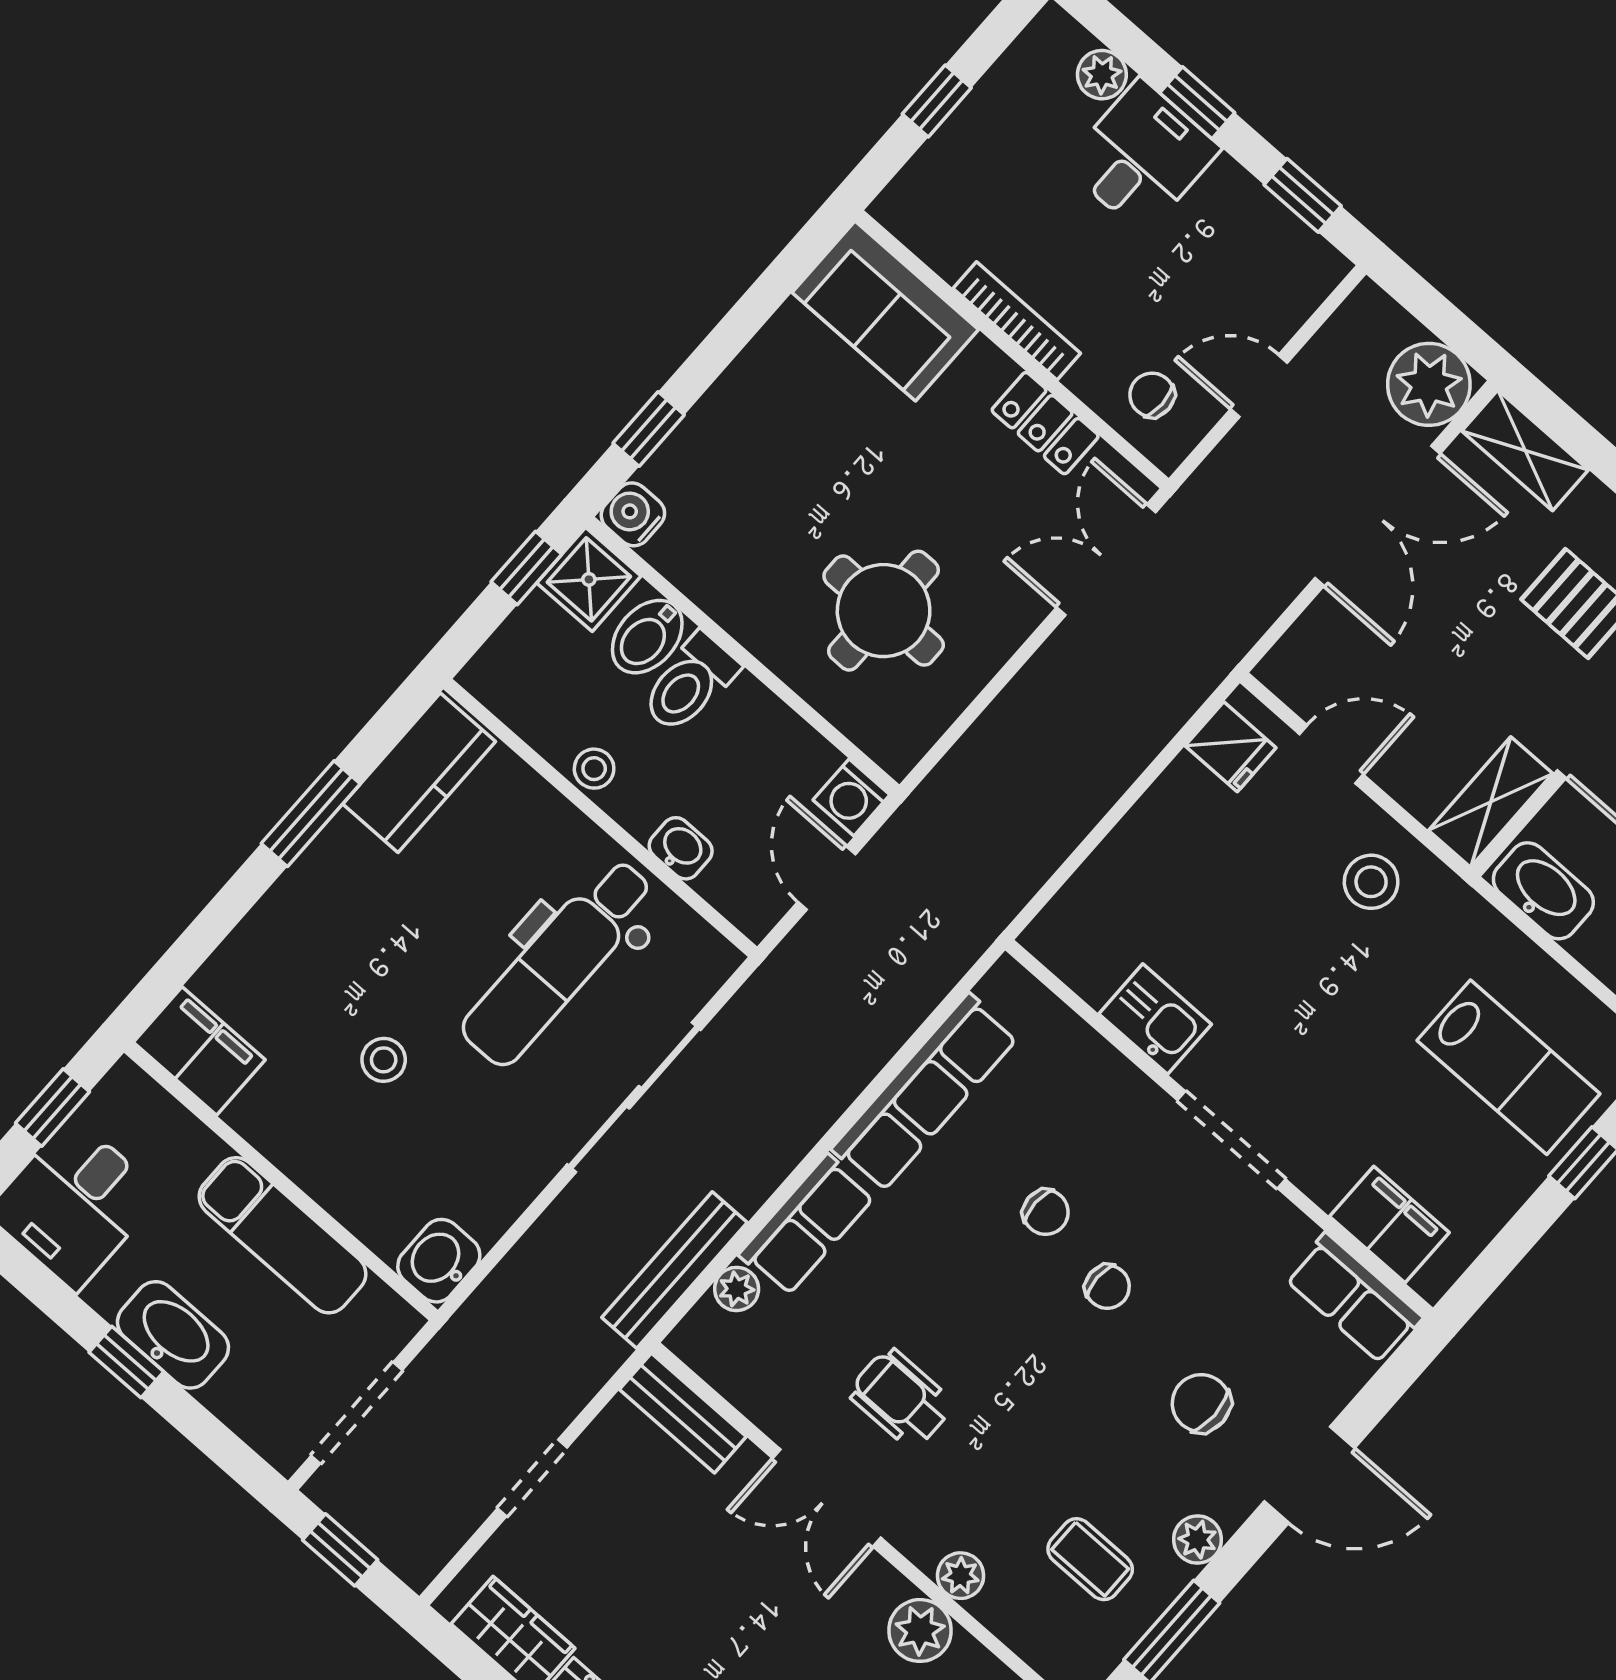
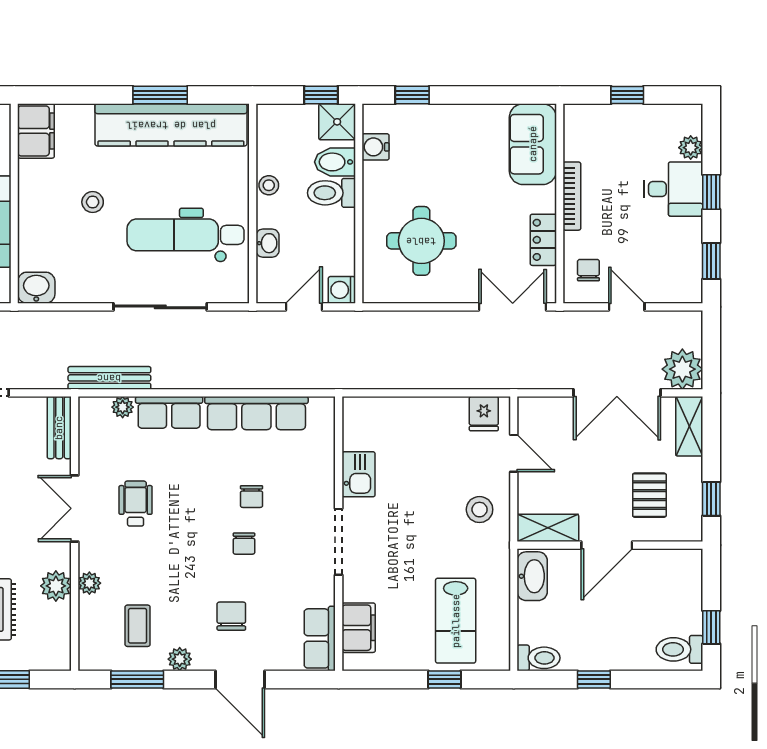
water cooler: (633, 514) -> (376, 147), moved, turned -90
kitchen counter: (419, 773) -> (171, 125), width x2.08, depth x1.17

